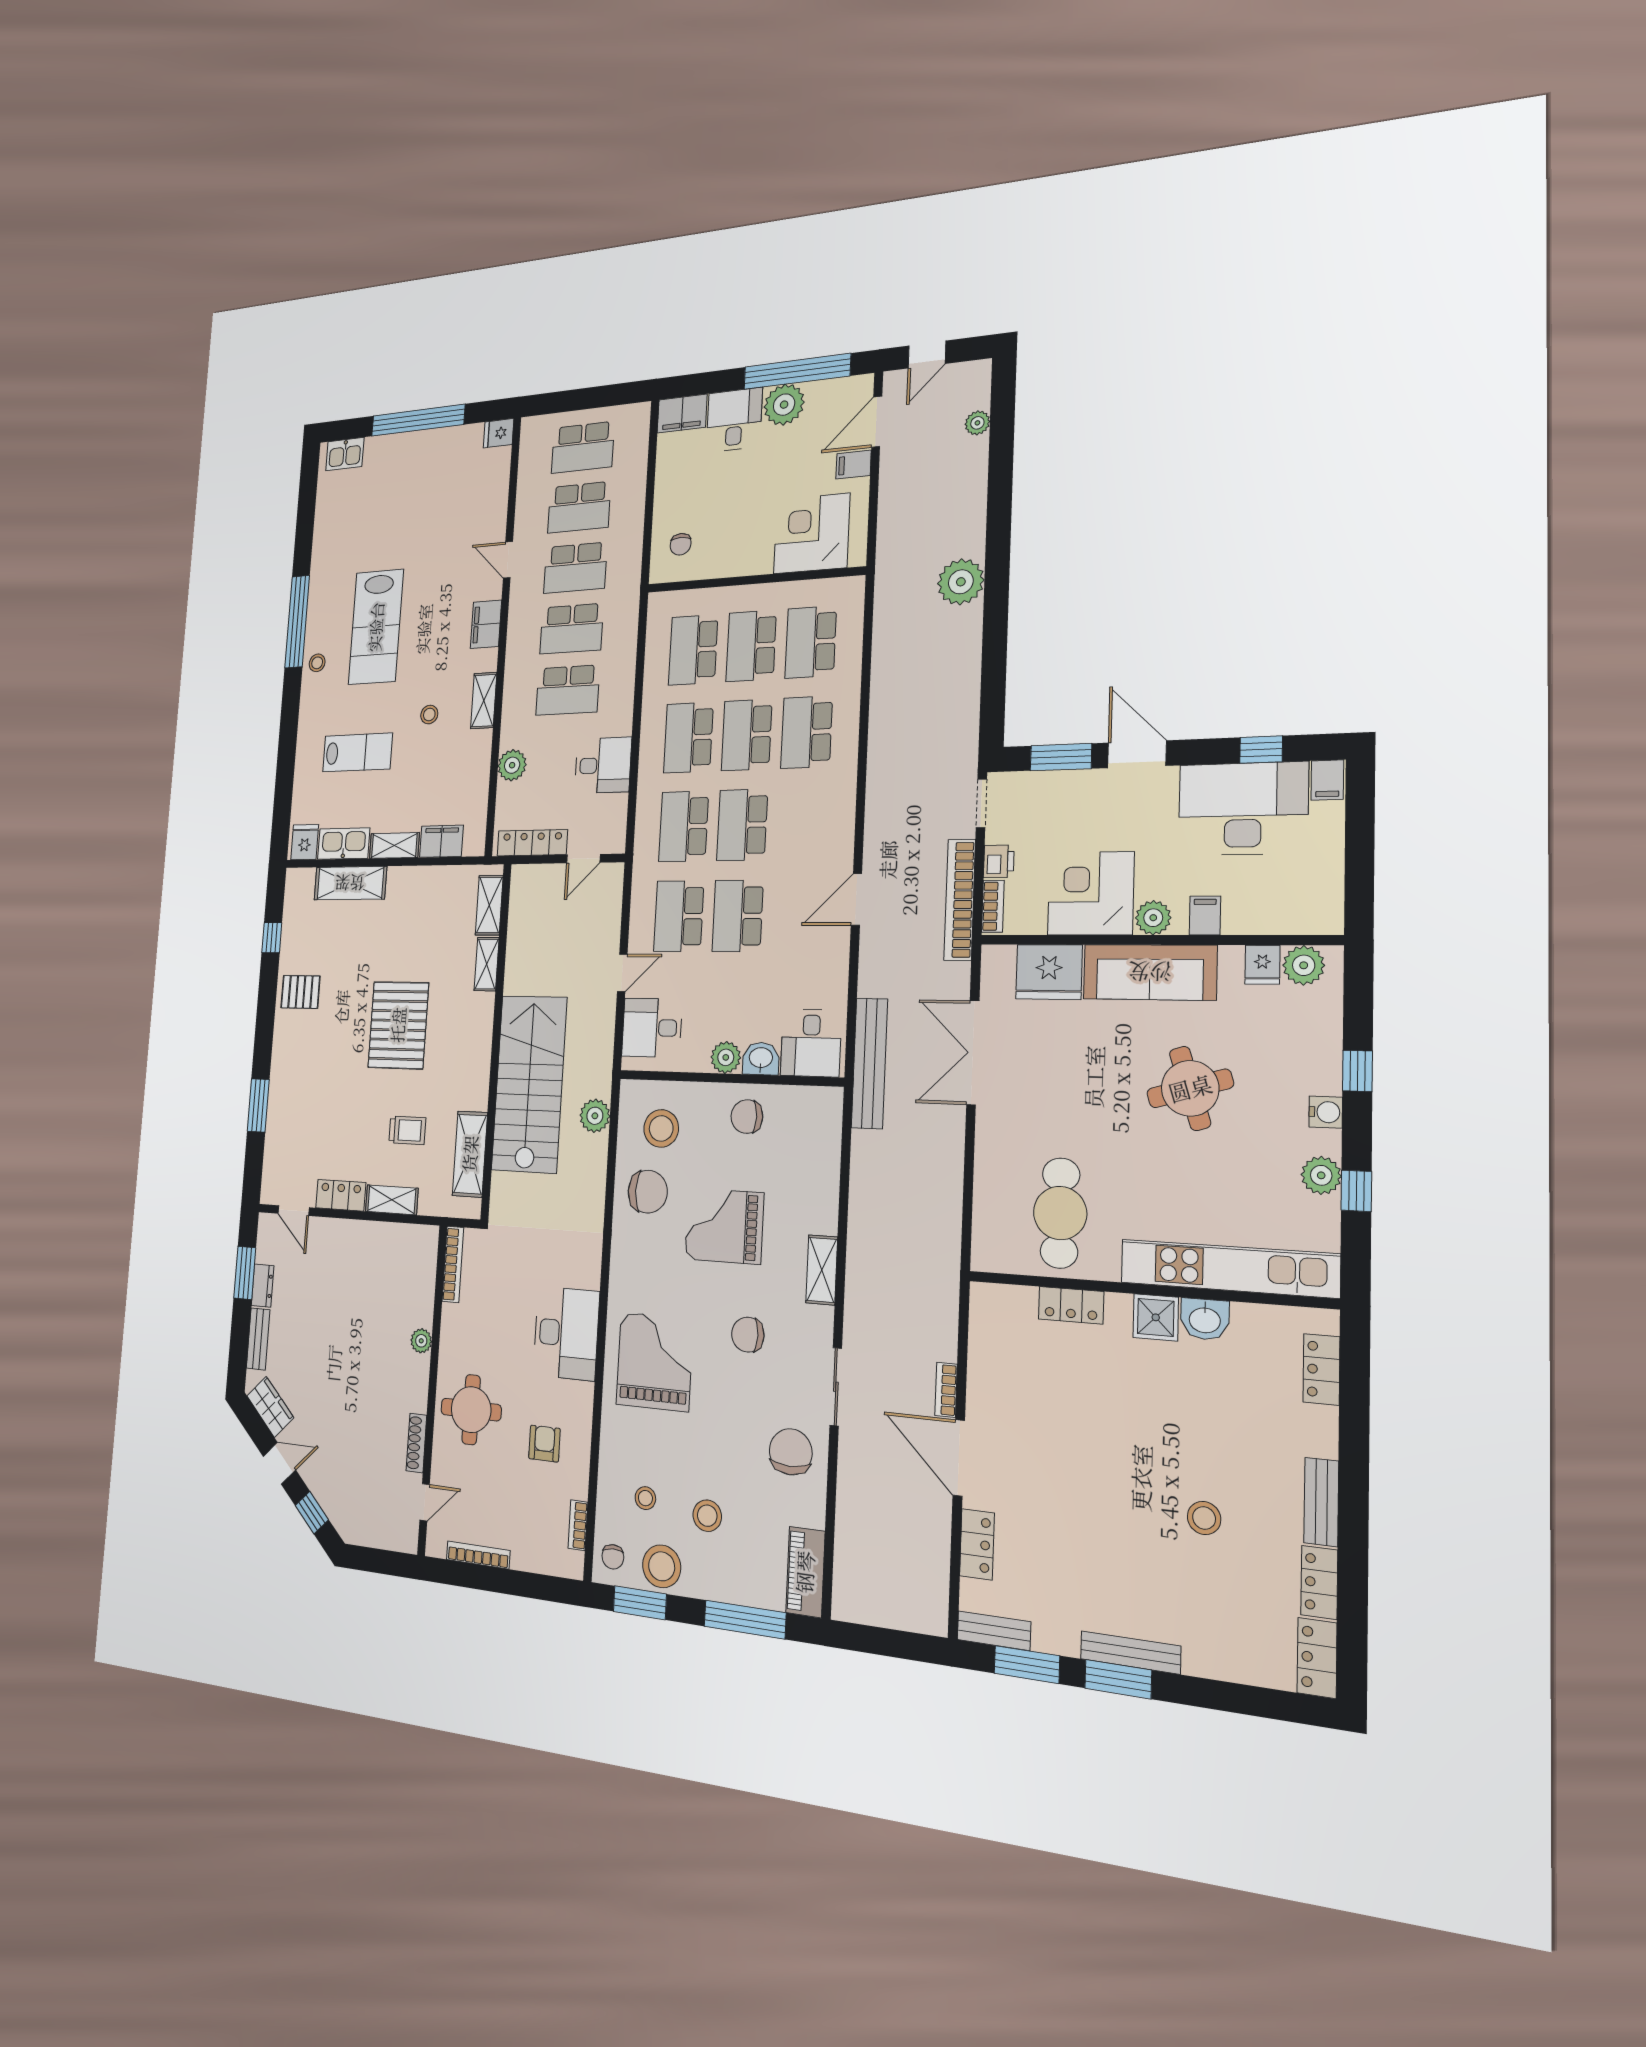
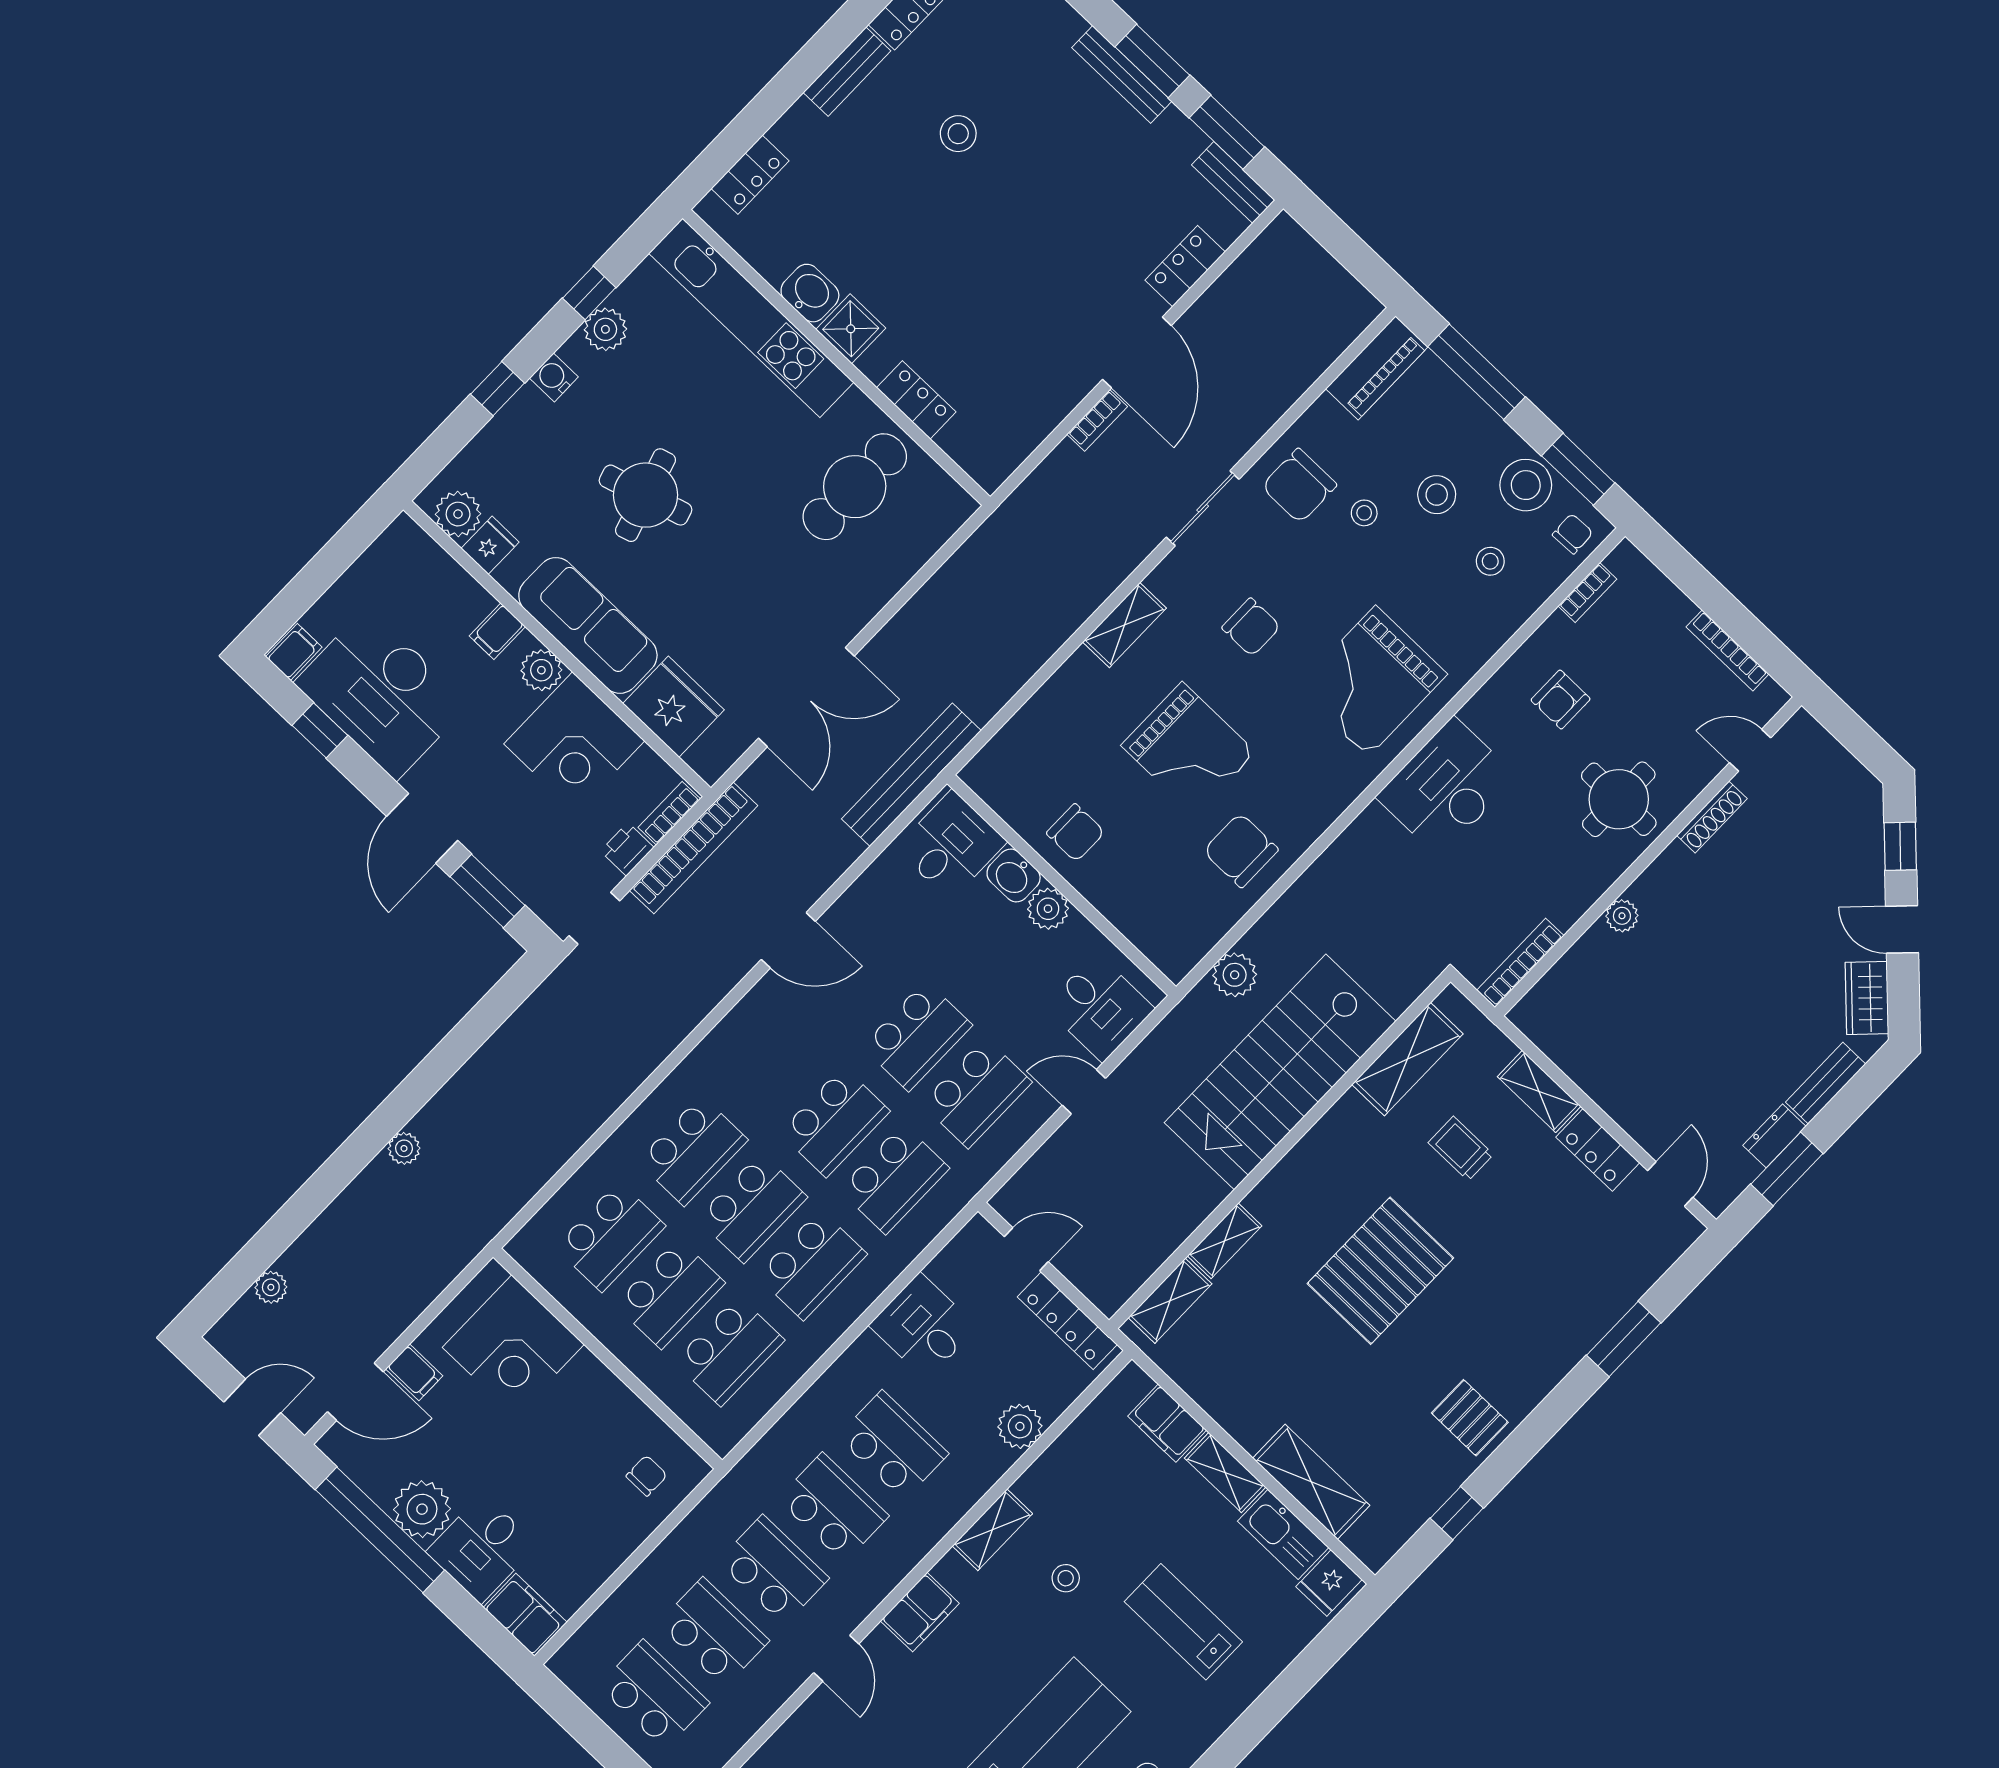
plant: (961, 582) -> (404, 1148), width x0.53, depth x0.53
stool: (661, 1128) -> (1364, 513), moved, width x0.53, depth x0.53

